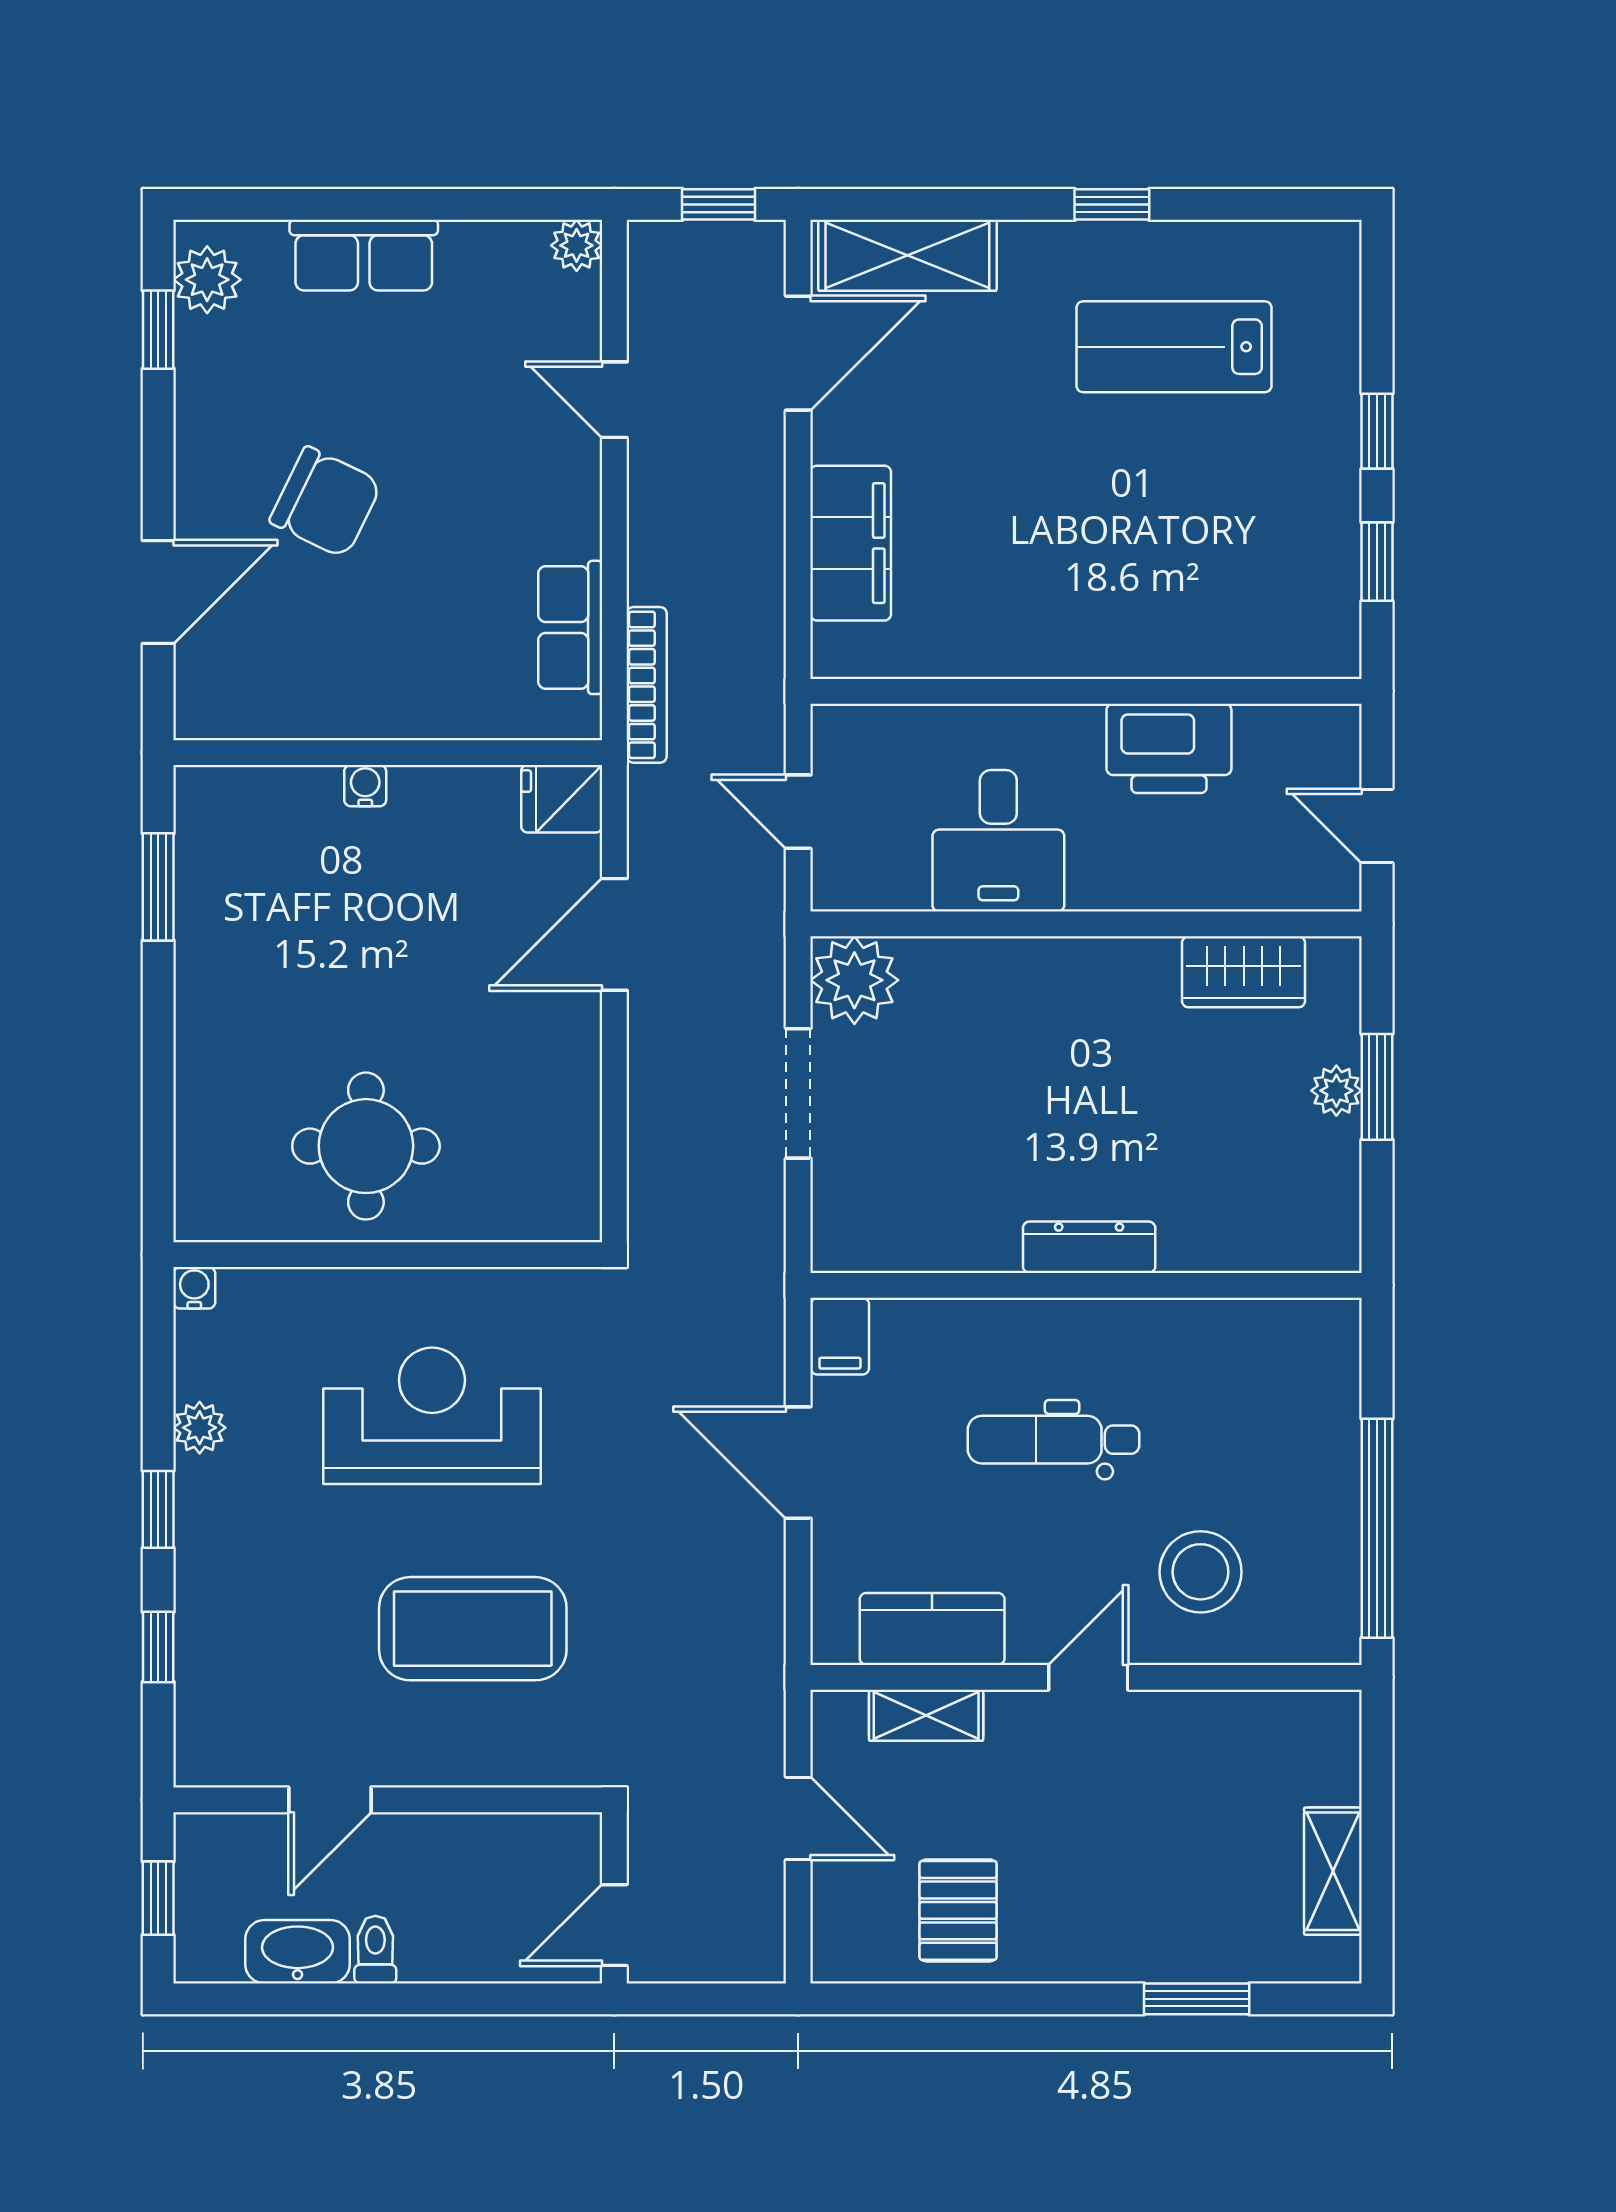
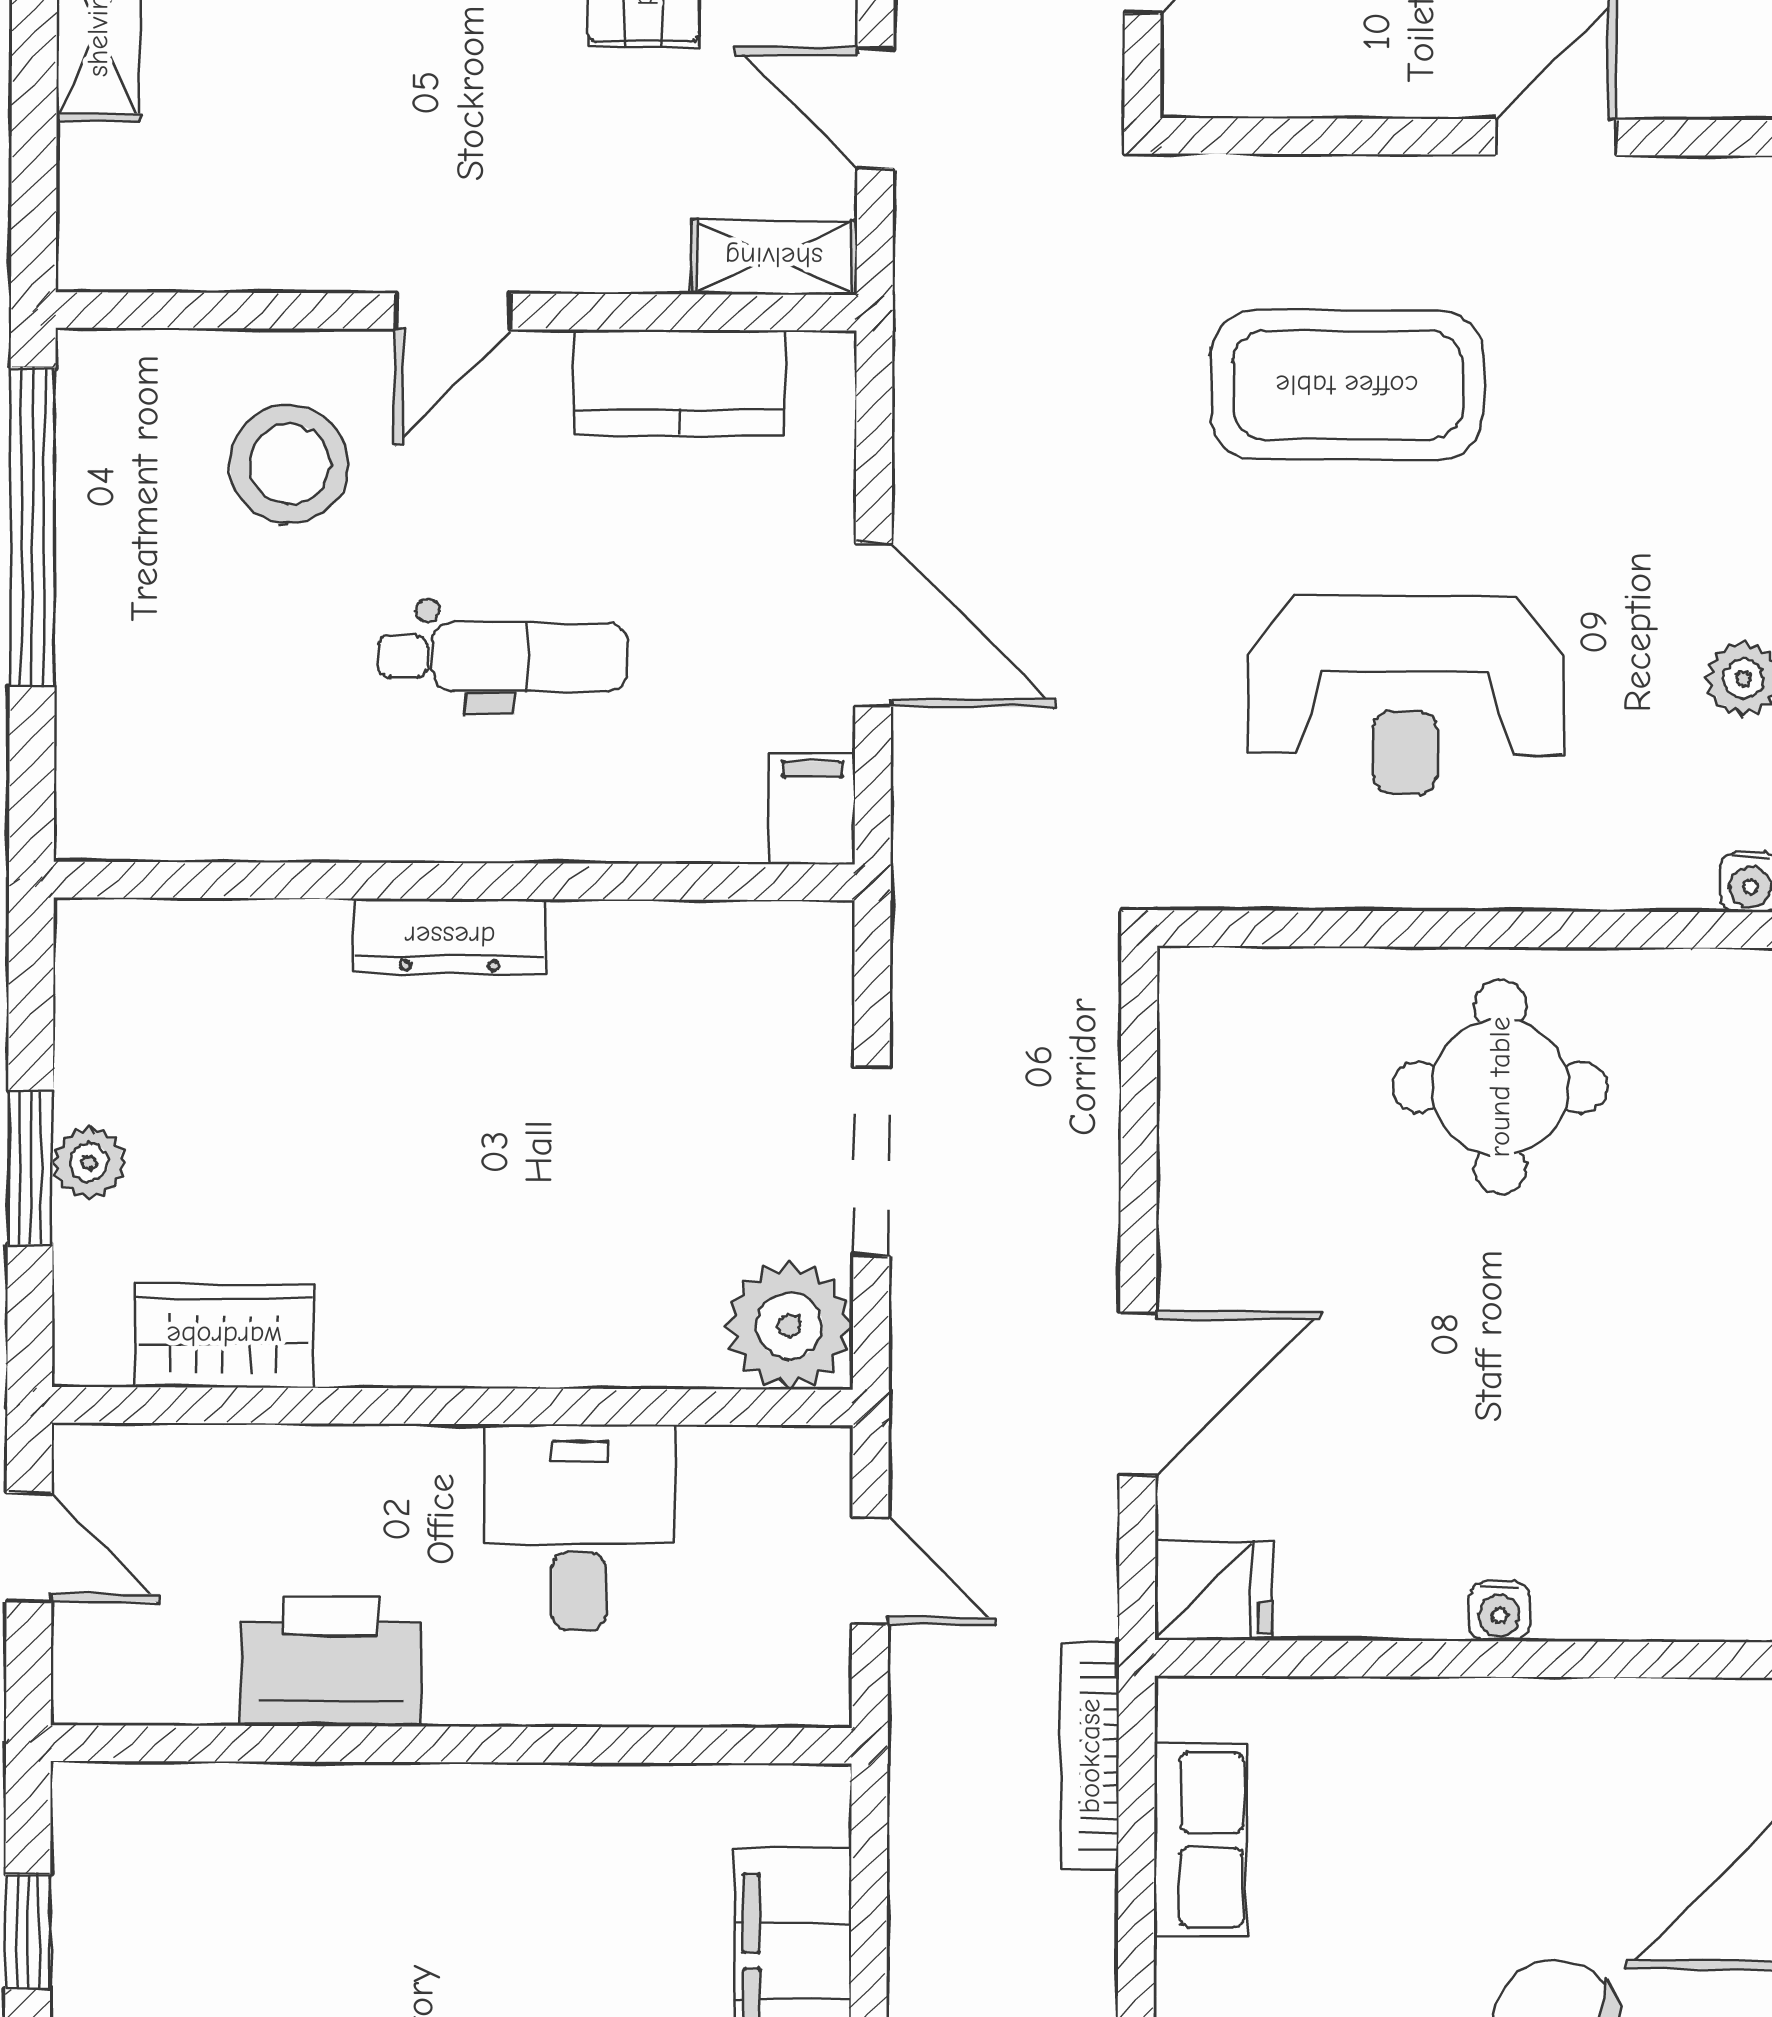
shelving: (926, 1715) -> (774, 257), moved

